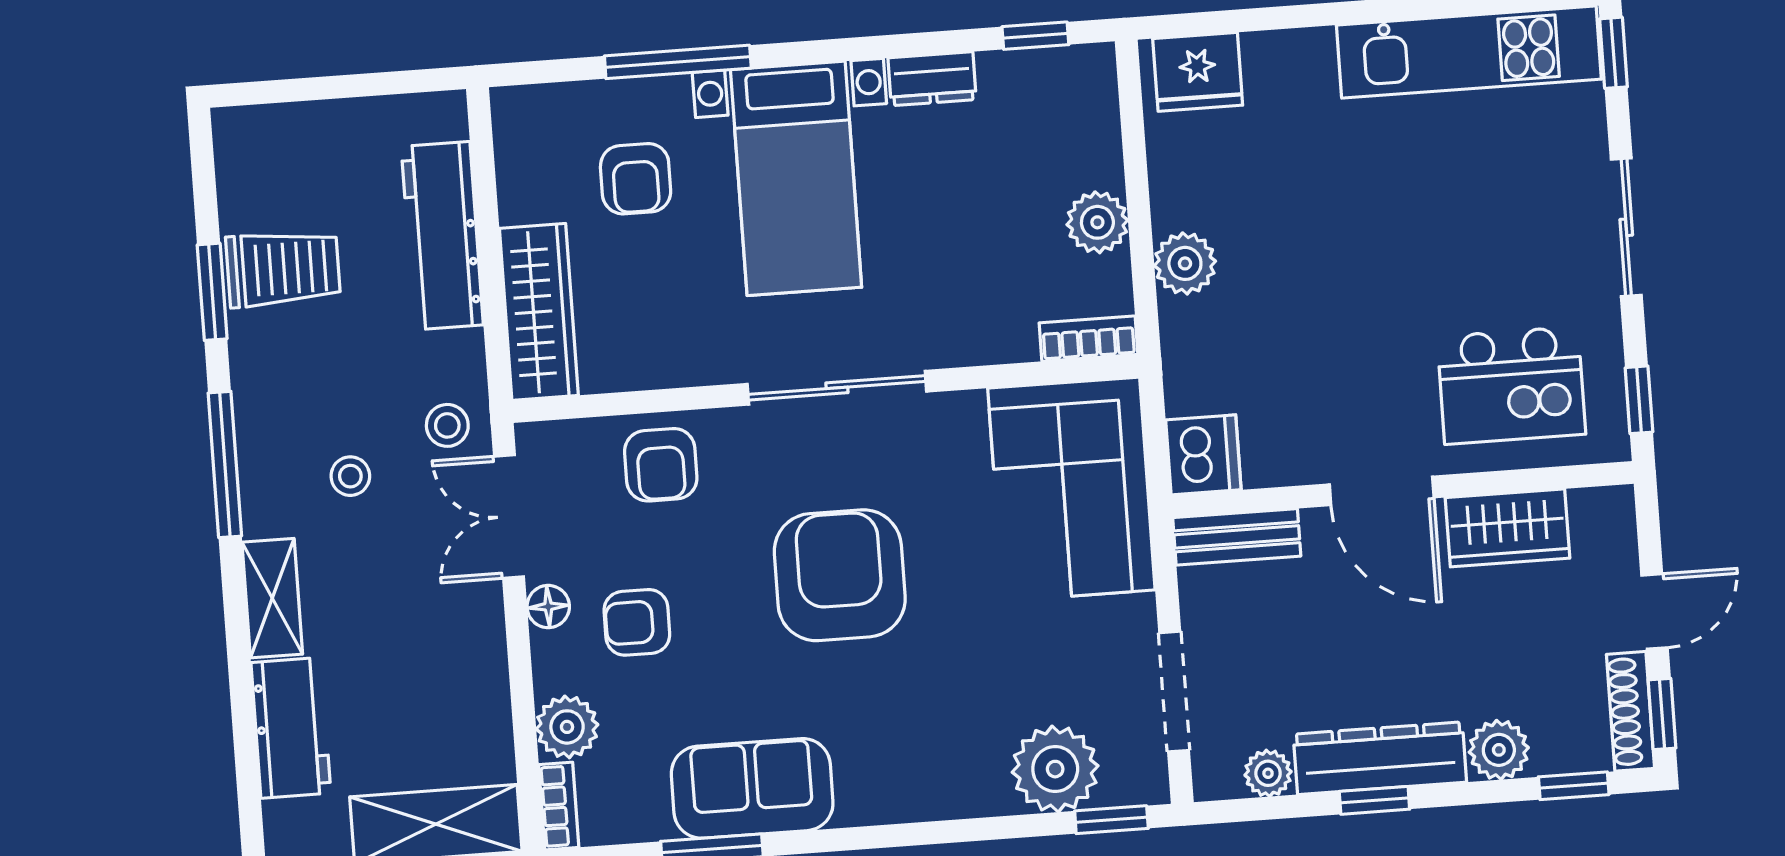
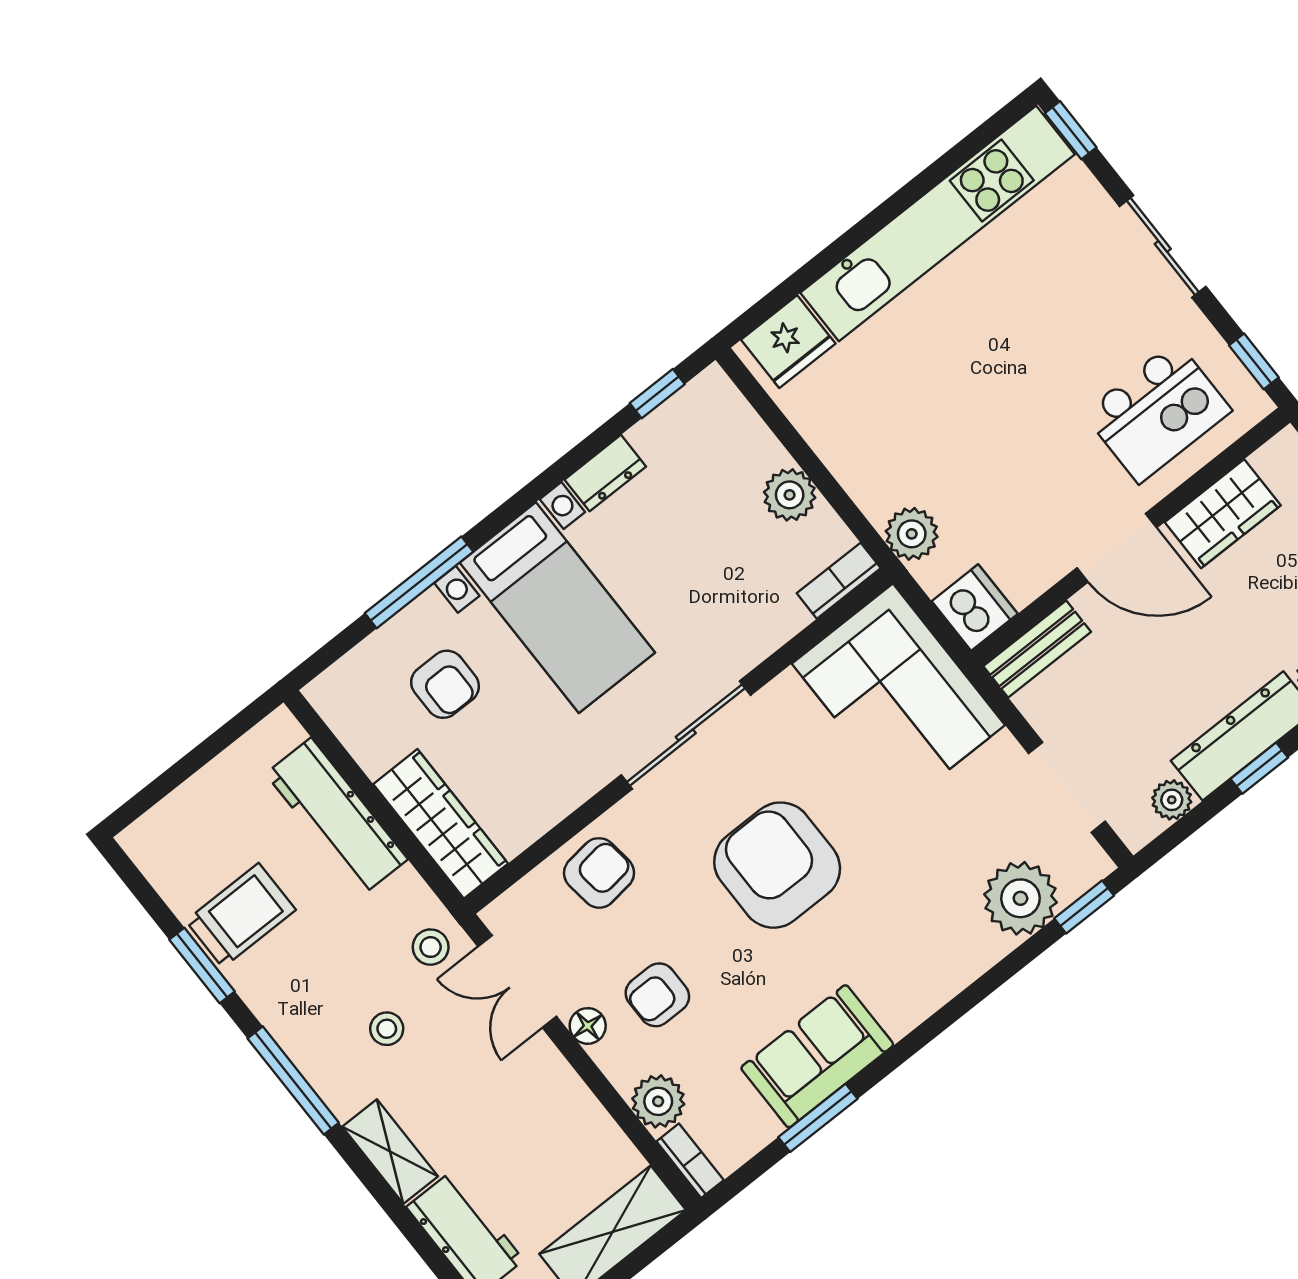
kitchen unit: (1469, 52) -> (937, 223), width x1.36
plant: (1185, 263) -> (912, 534), moved
armchair: (661, 465) -> (599, 873), turned -97

